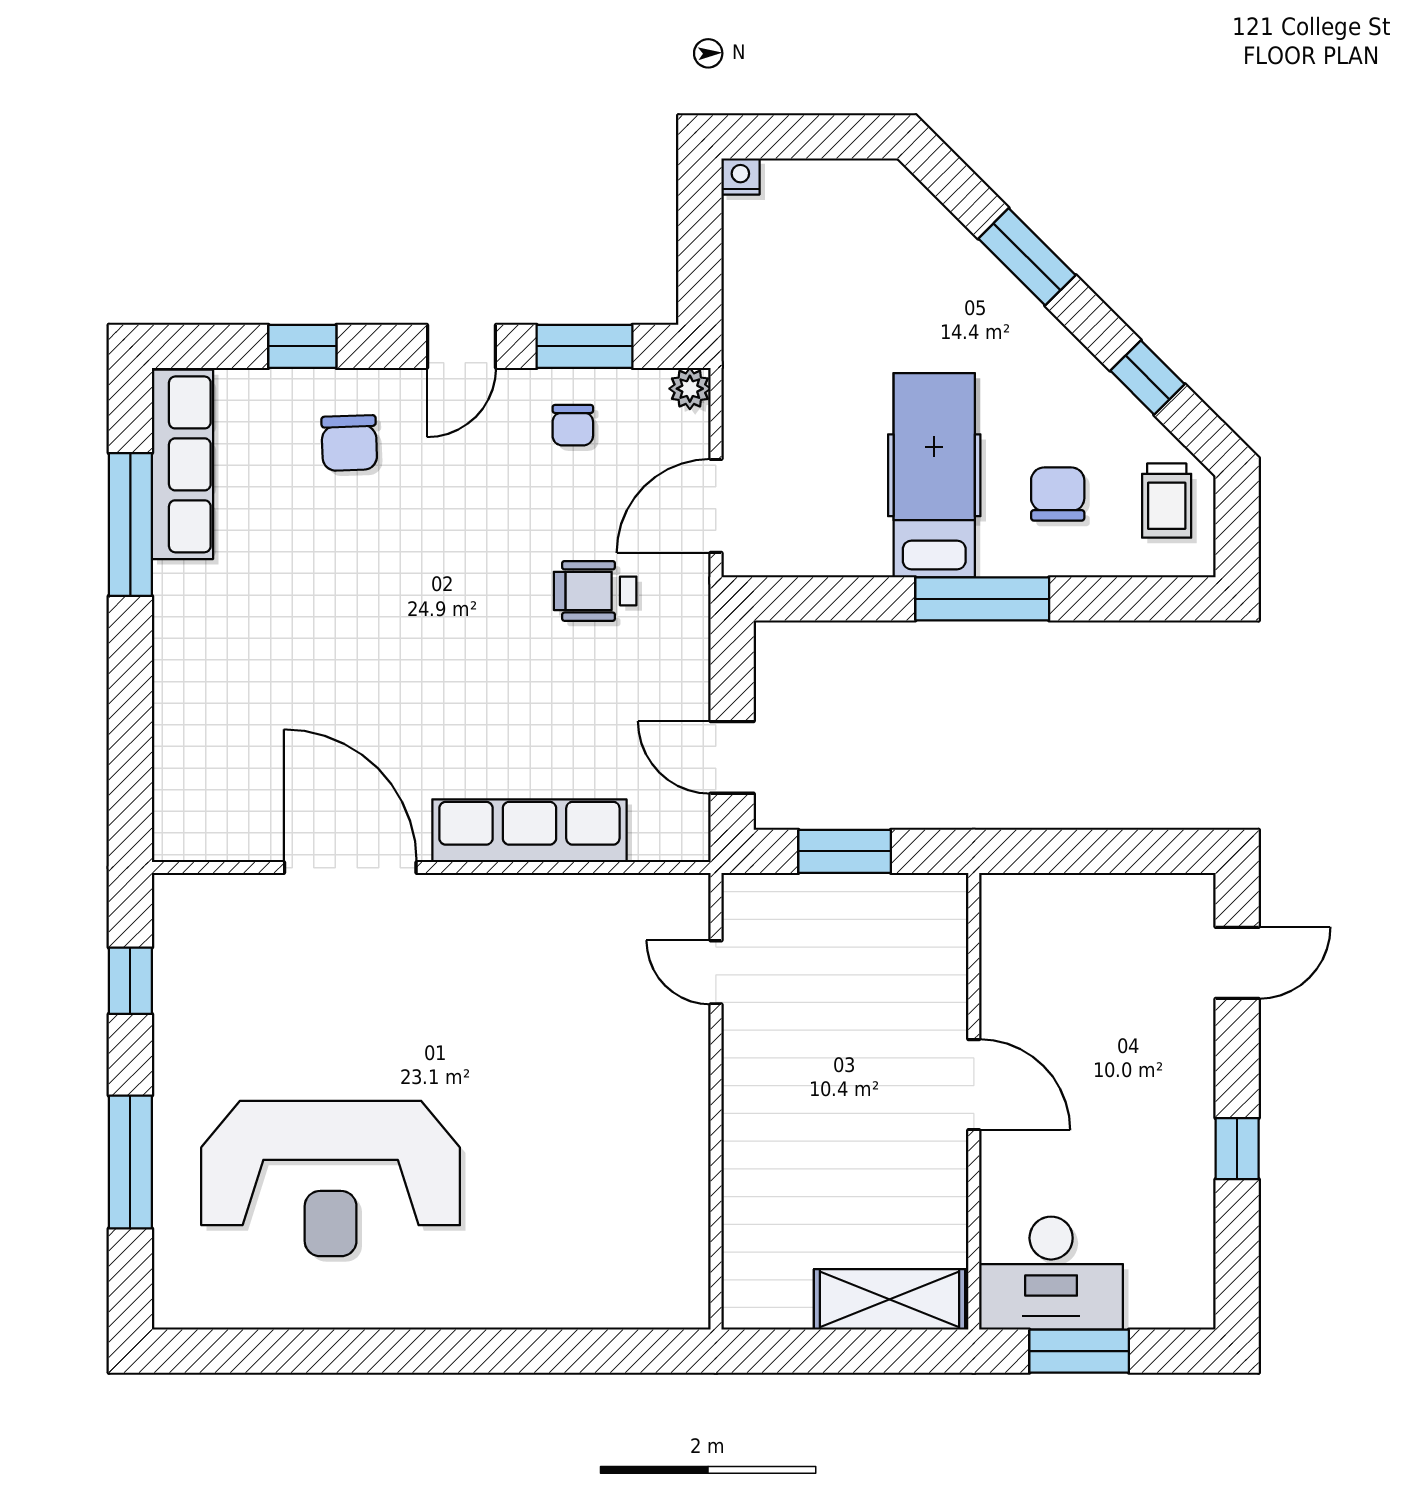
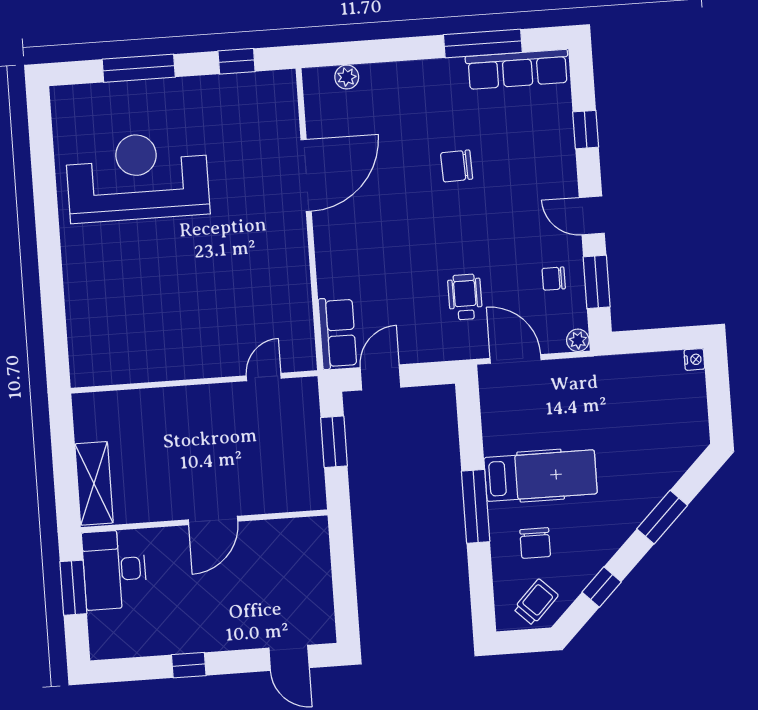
chair: (349, 443) -> (457, 166), moved
chair: (1058, 494) -> (535, 543), turned 90
trolley: (1167, 501) -> (536, 602), turned 134
plant: (174, 780) -> (347, 77), added
row of seats: (529, 831) -> (337, 333), moved, width x0.68
reception desk: (331, 1179) -> (138, 177), turned 90

